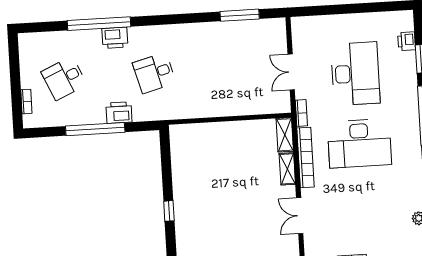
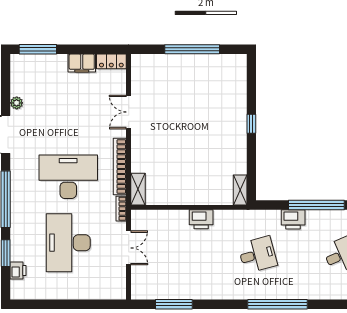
window: (99, 24) -> (277, 304), moved
printer: (115, 38) -> (201, 219), moved, turned 180
shelving: (287, 169) -> (240, 190), moved
double door: (300, 216) -> (129, 112), swing flipped

